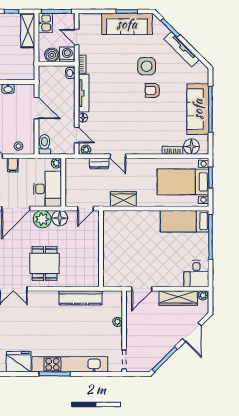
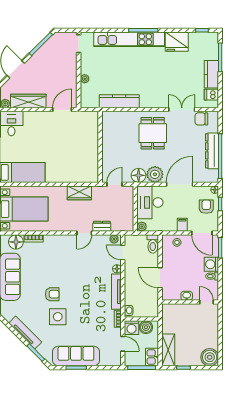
door: (118, 156) -> (84, 233), swing flipped

